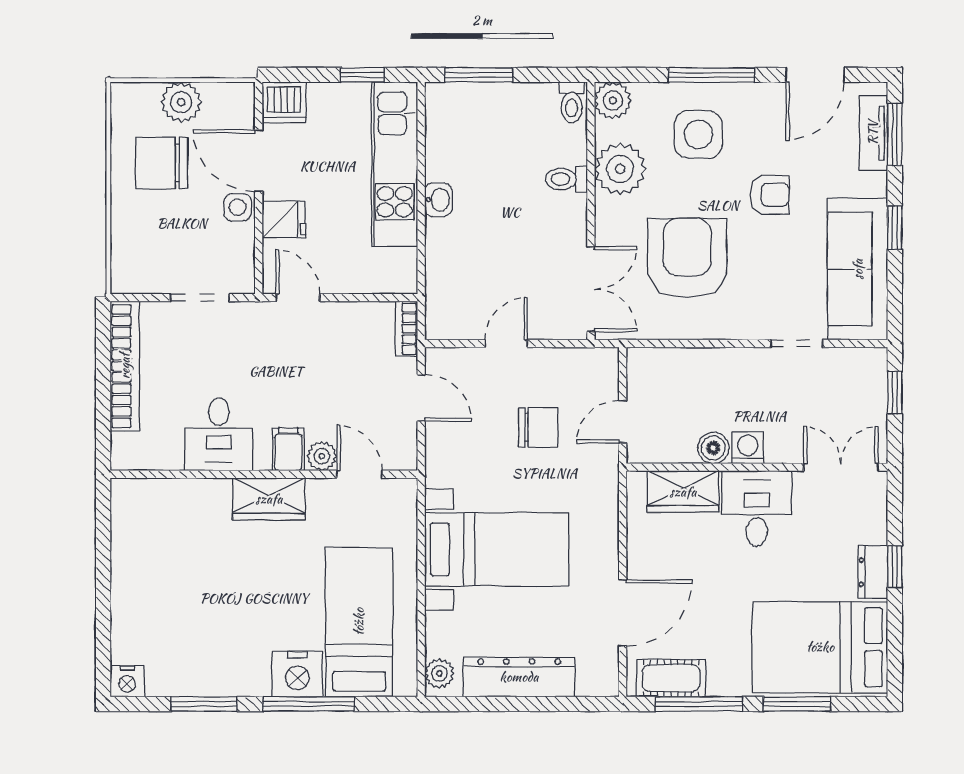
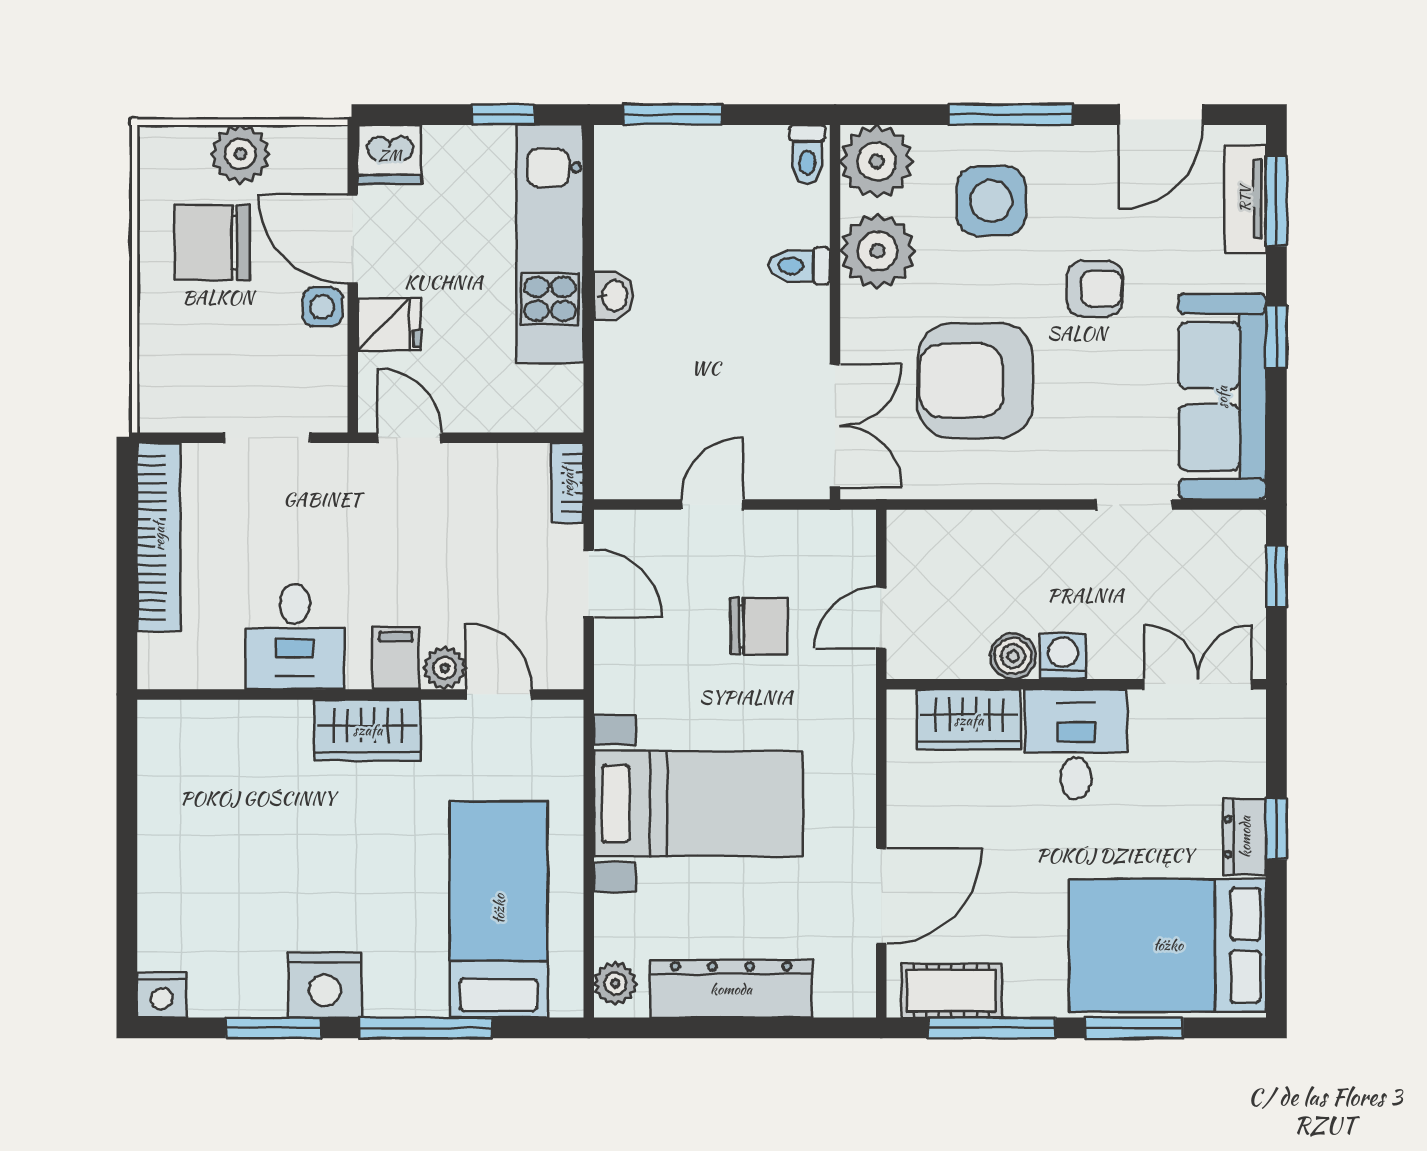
plant: (613, 100) -> (877, 161), width x1.36, depth x1.36
armchair: (687, 258) -> (975, 381), turned -90
nightstand: (297, 674) -> (325, 985), moved

